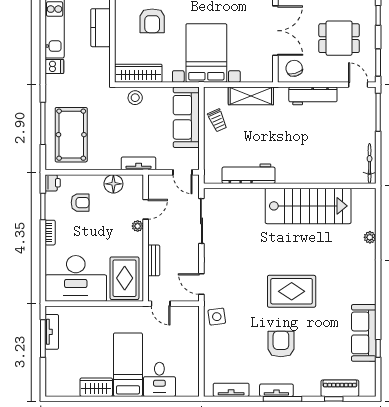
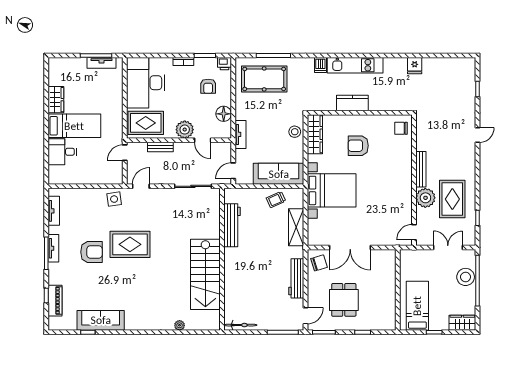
plant: (138, 226) -> (185, 130), width x1.88, depth x1.88
rug: (292, 291) -> (130, 244), moved, turned 90

